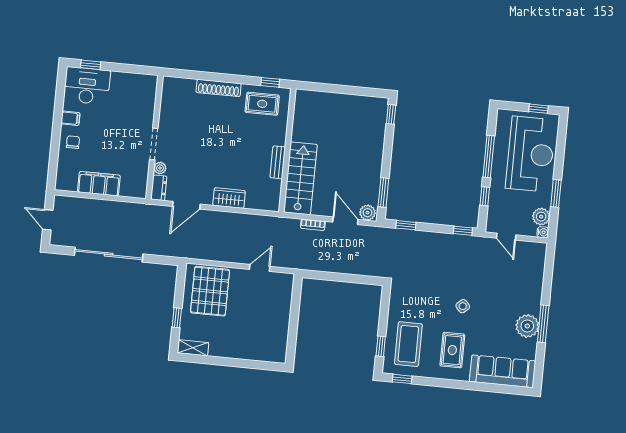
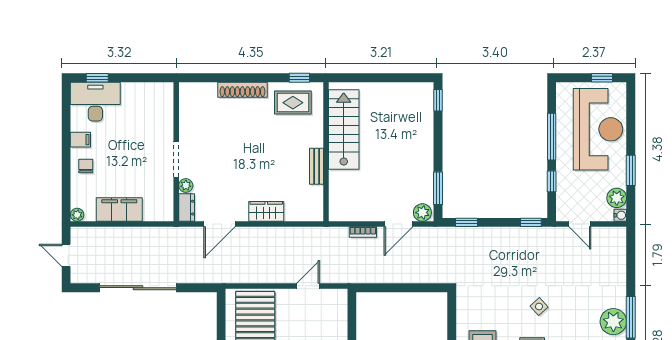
stairs: (300, 178) -> (344, 130), moved
plant: (61, 185) -> (77, 215), added
door: (345, 221) -> (398, 224), swing flipped

